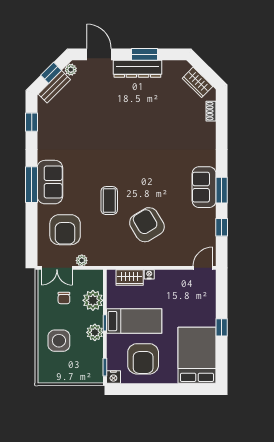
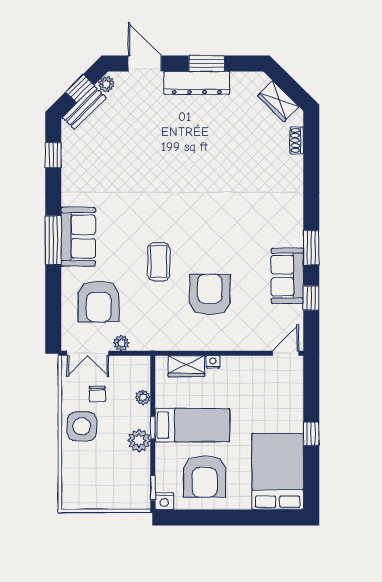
sofa: (204, 187) -> (287, 276), moved
armchair: (147, 225) -> (210, 295), turned 31
plant: (93, 300) -> (143, 397), width x0.53, depth x0.53
side table: (59, 341) -> (82, 426), moved

